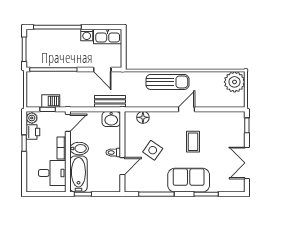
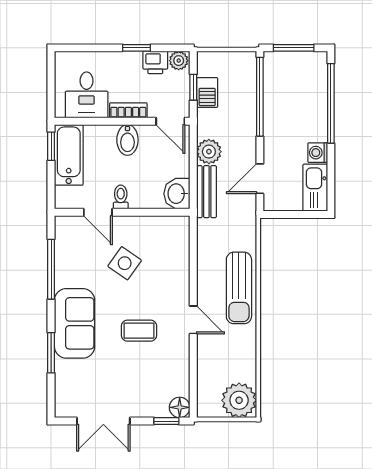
plant: (86, 100) -> (209, 152), added
floor lamp: (143, 117) -> (180, 407), moved
double door: (247, 163) -> (103, 421), swing flipped
bathtub: (78, 174) -> (69, 155), moved, turned -90

